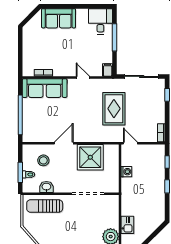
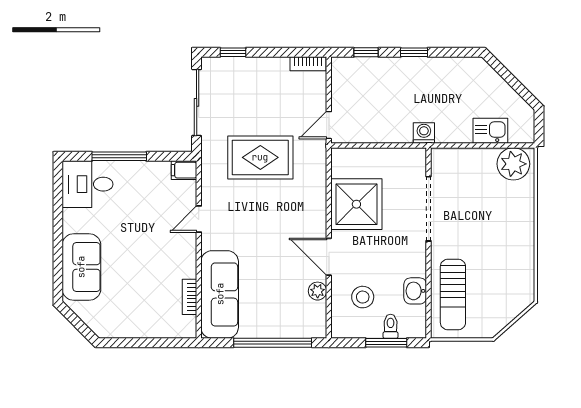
plant: (46, 138) -> (318, 291), added
washing machine: (126, 172) -> (424, 133), moved

